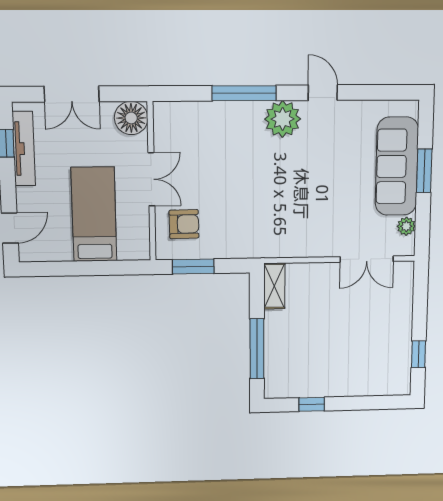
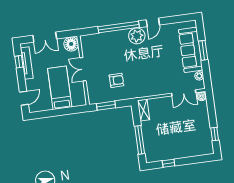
window: (244, 93) -> (119, 27), width x1.46
door: (323, 93) -> (153, 22), swing flipped
double door: (151, 179) -> (83, 69), swing flipped
armchair: (184, 224) -> (116, 80), moved
boiler: (404, 271) -> (202, 96), added

